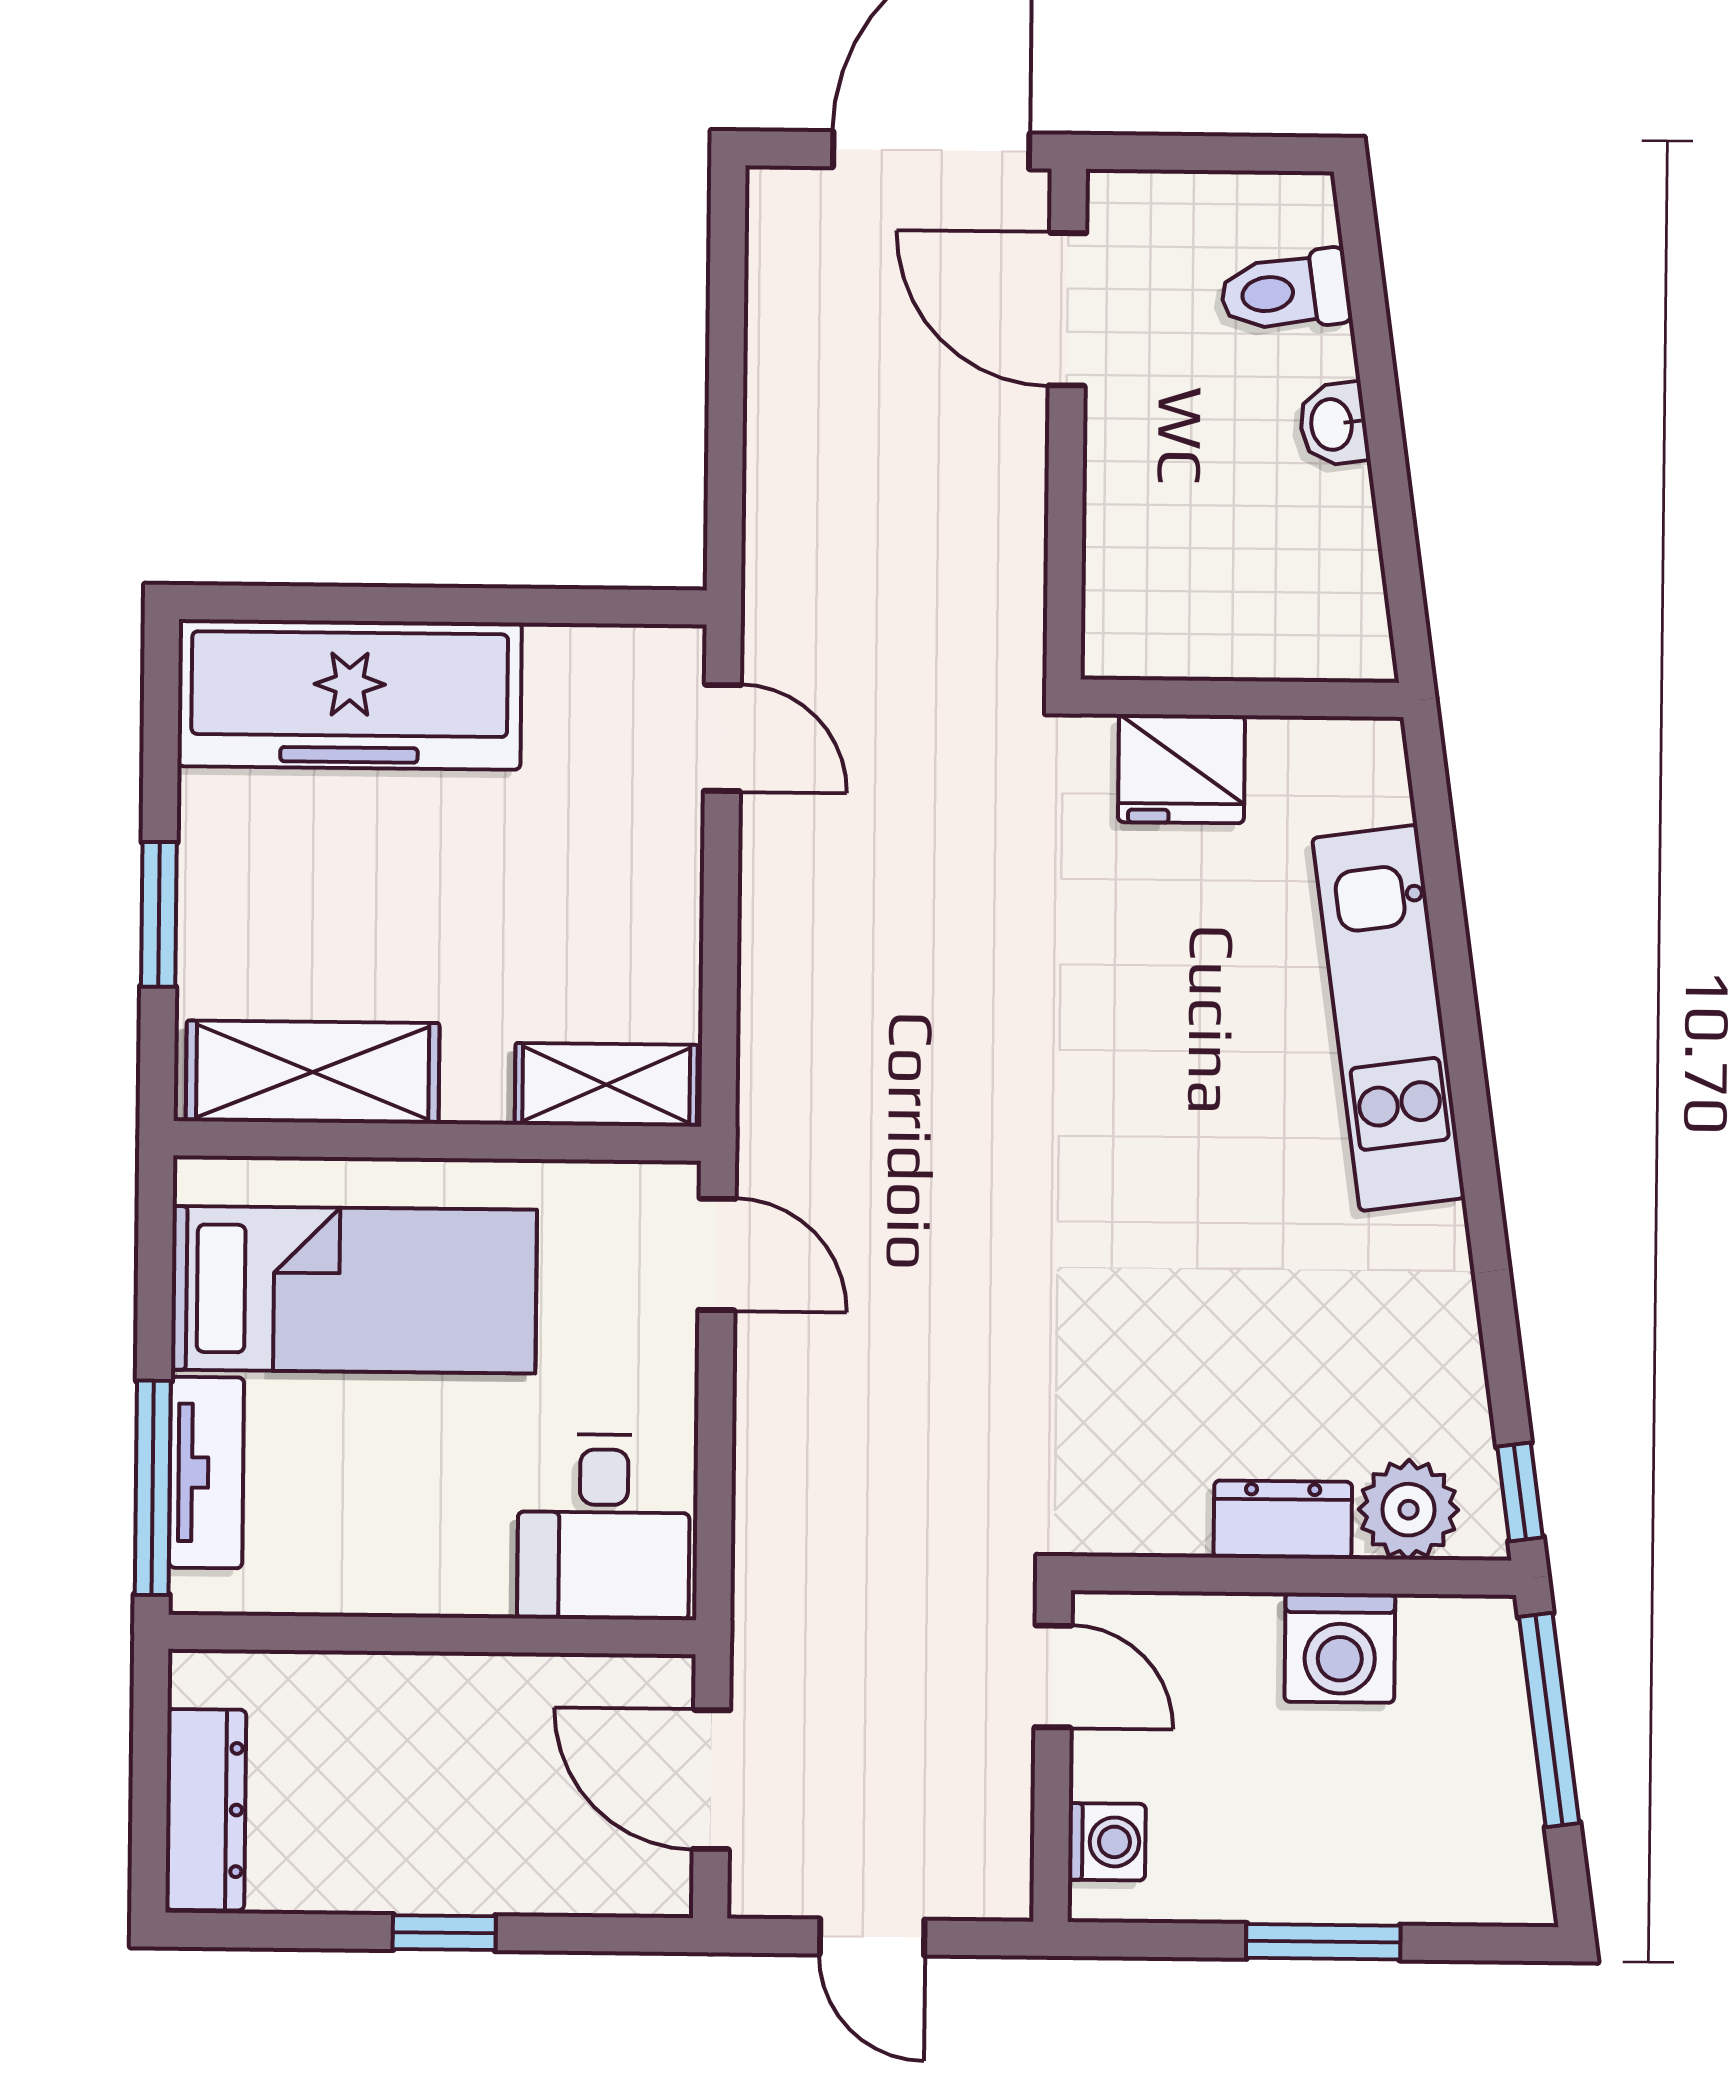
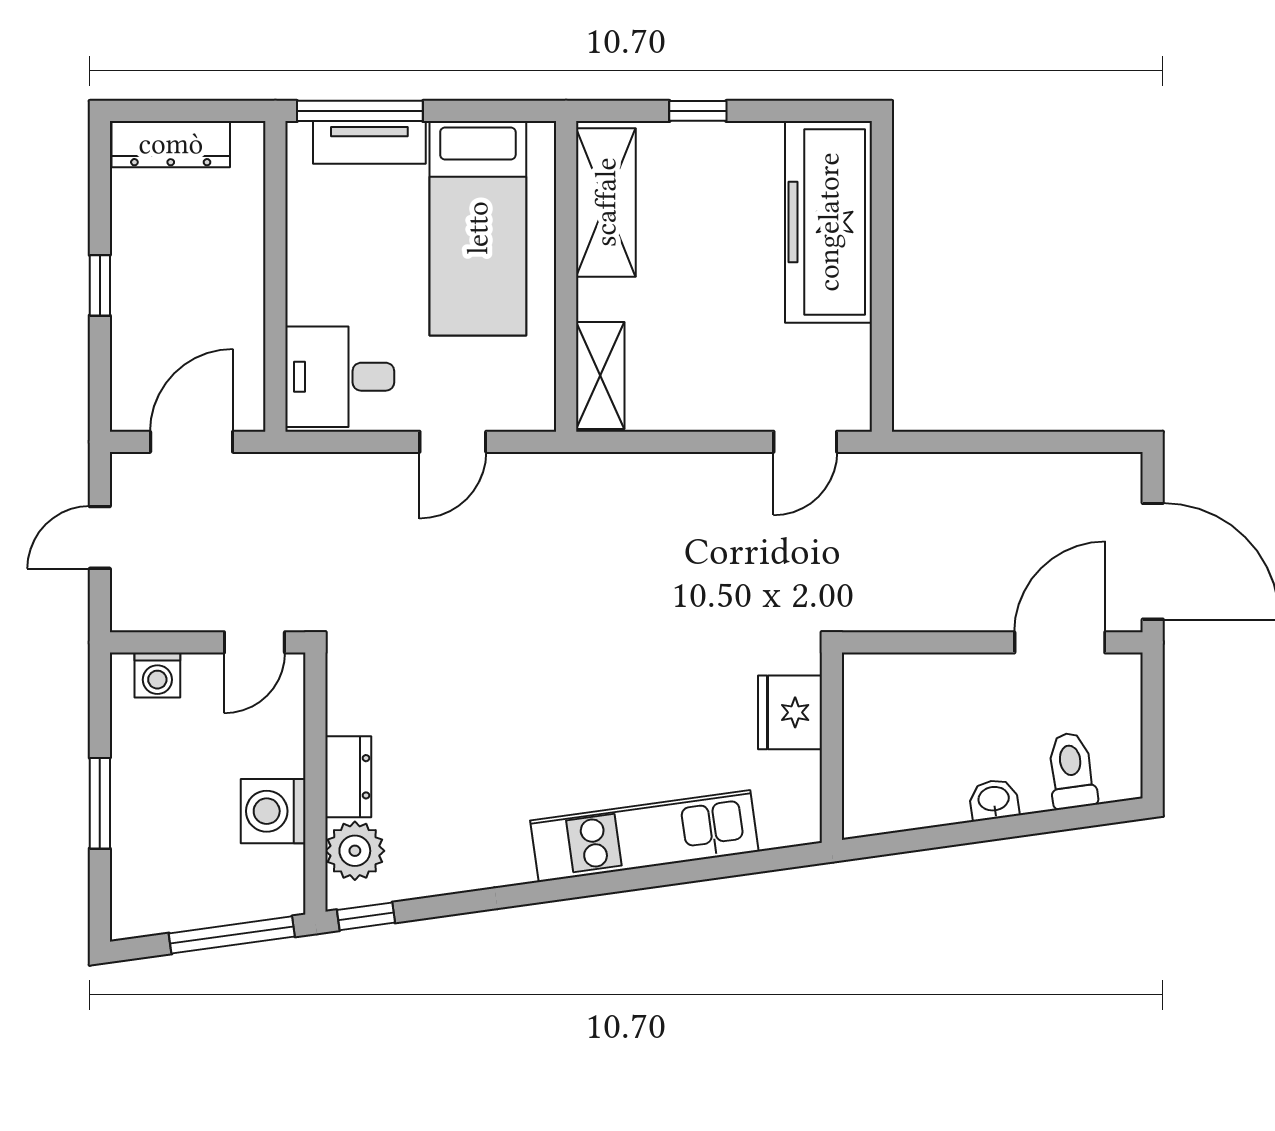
window: (159, 914) -> (698, 111), width x0.67
door: (717, 1254) -> (453, 442), moved

